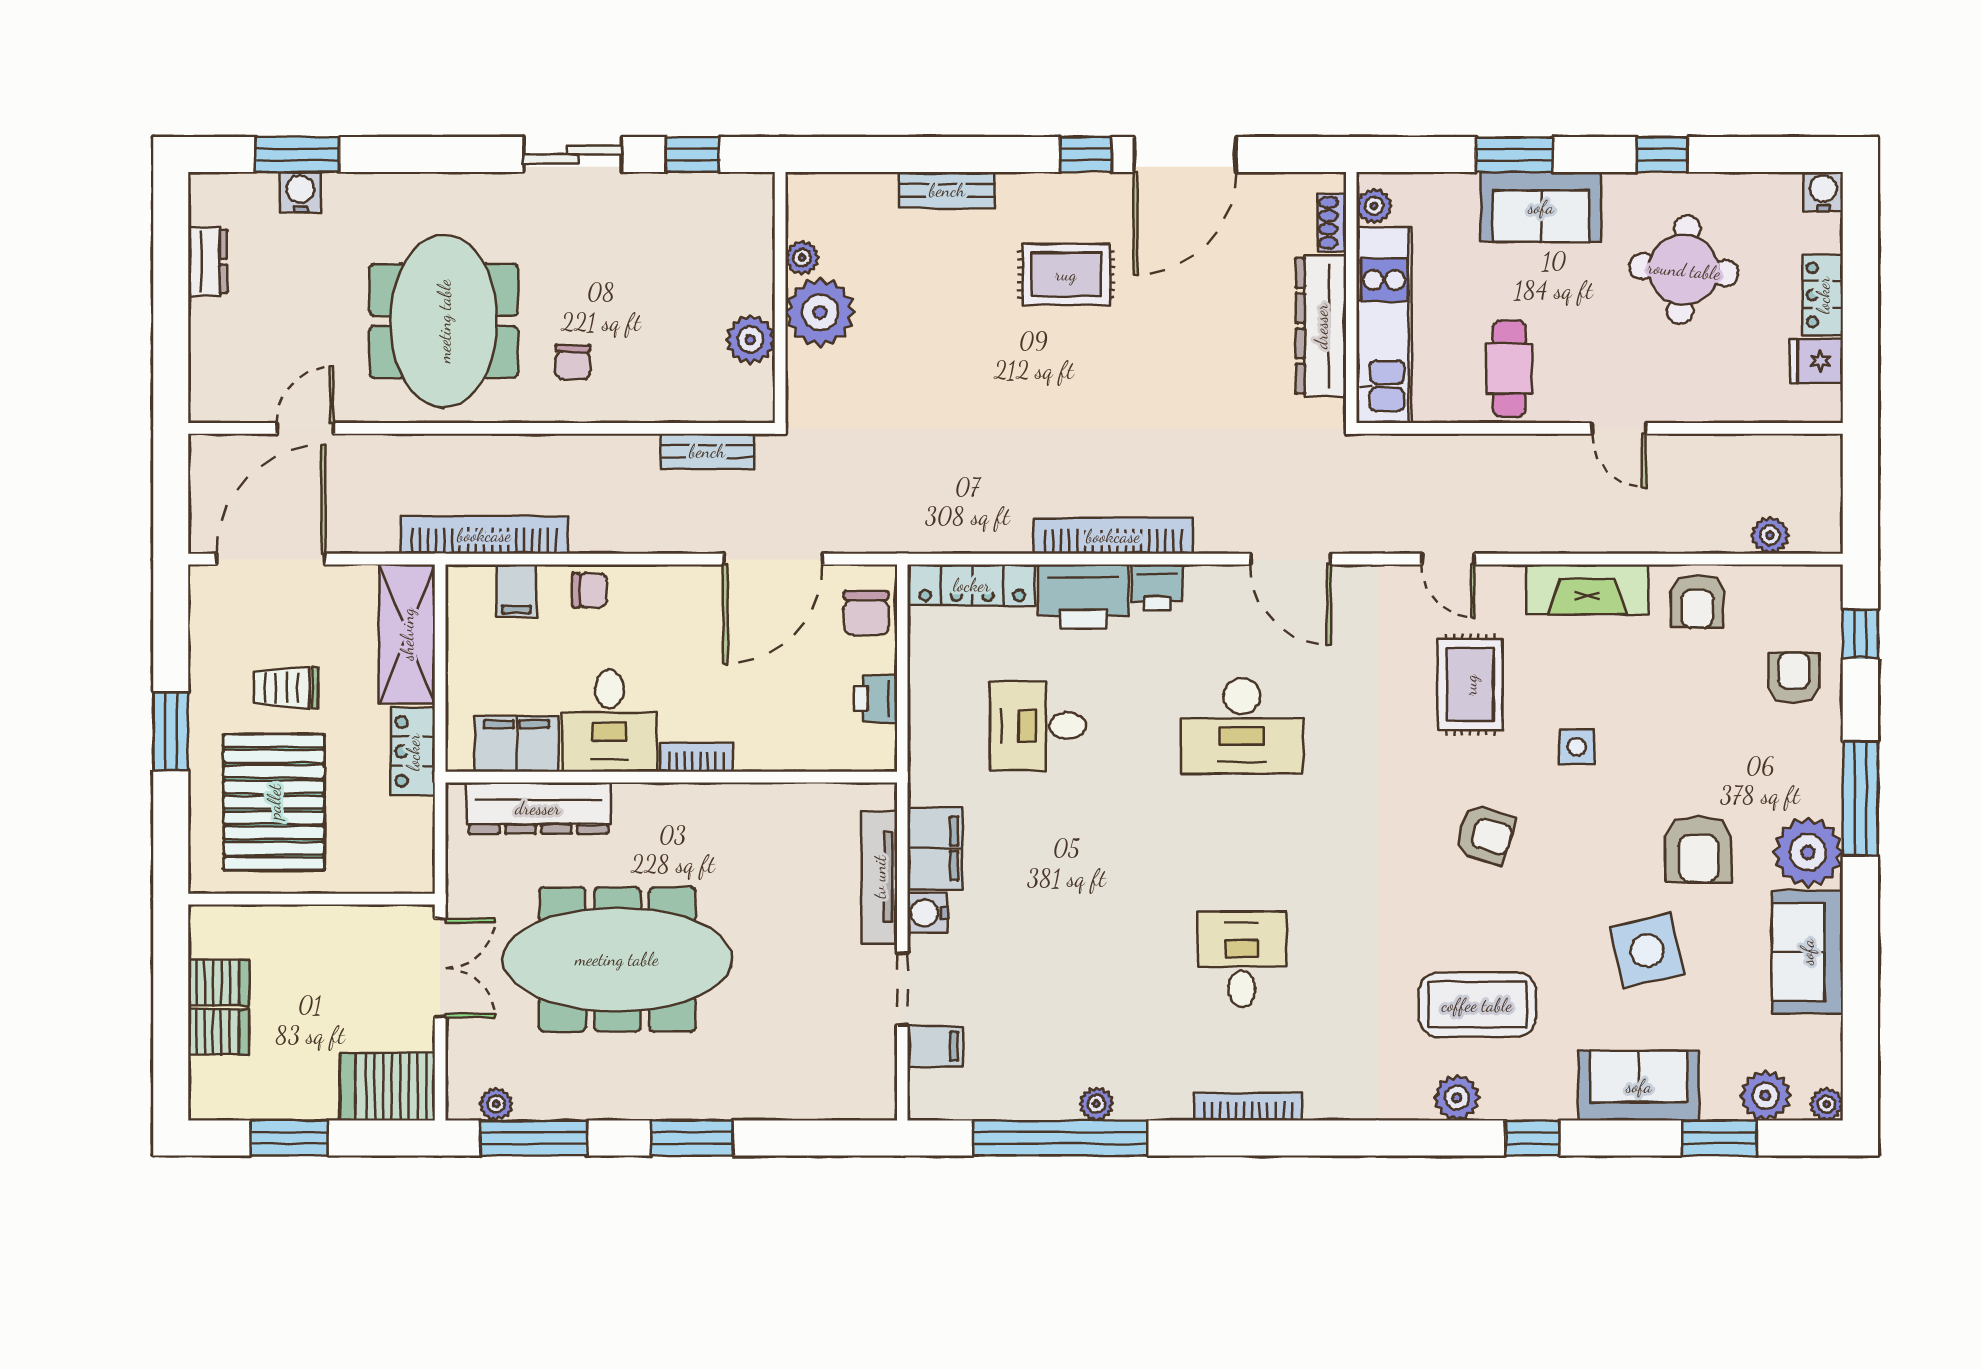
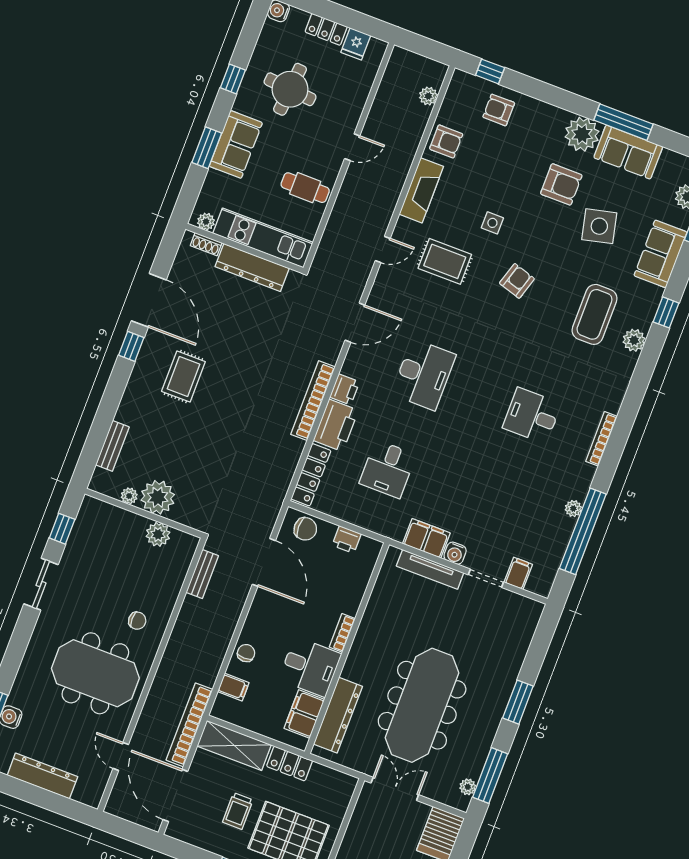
bench: (947, 190) -> (112, 446), moved
dresser: (208, 262) -> (42, 776), width x1.96, depth x1.24
bookcase: (484, 535) -> (189, 725), moved
window: (1860, 798) -> (623, 122), moved

